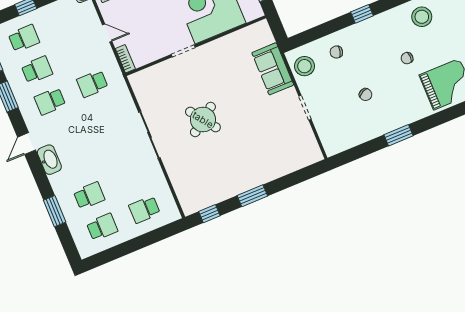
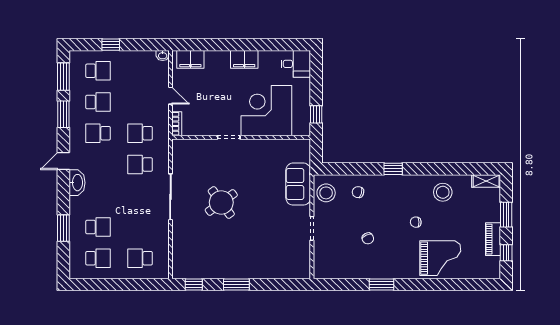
school desk: (105, 115) -> (140, 165), added

